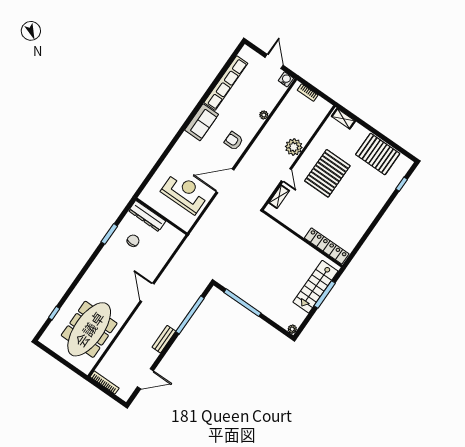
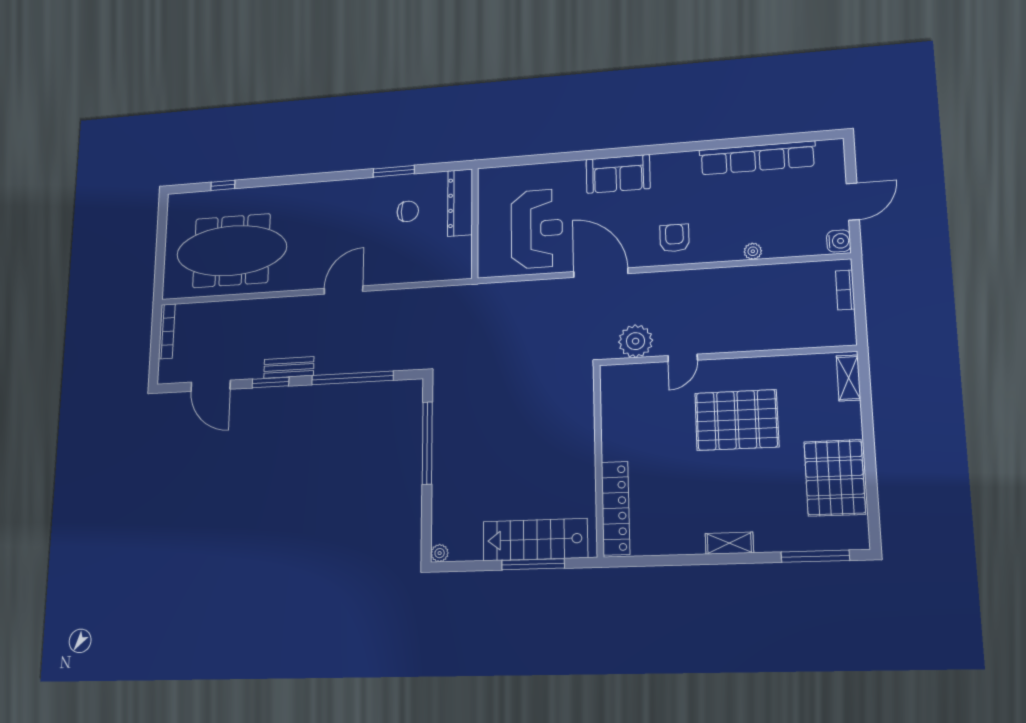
sofa: (202, 122) -> (618, 174), moved
plant: (294, 147) -> (636, 341), moved
window: (402, 184) -> (815, 556), width x2.17
shelving: (279, 197) -> (729, 543), moved
window: (164, 352) -> (271, 382), added

